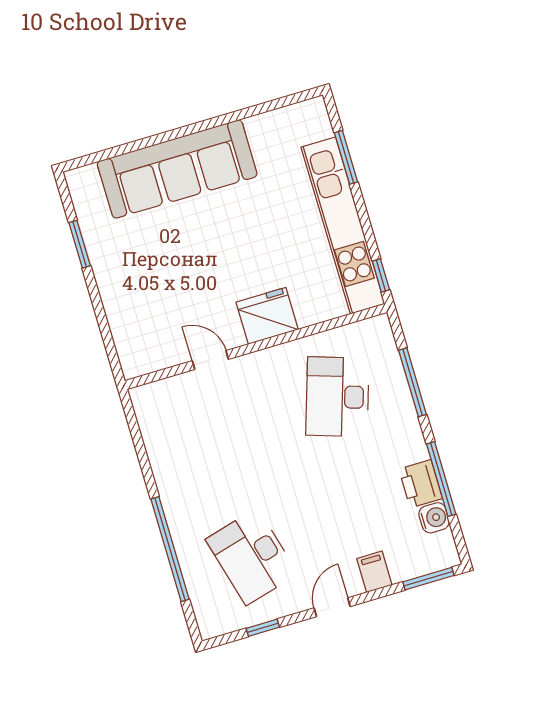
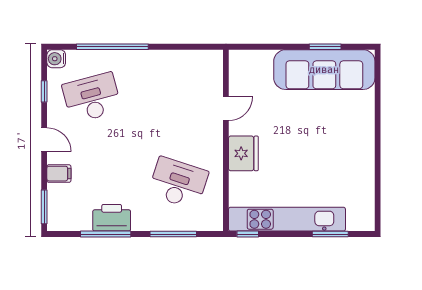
sofa: (177, 169) -> (324, 70), moved, turned -90
printer: (421, 484) -> (112, 218), width x1.37, depth x1.19
water cooler: (434, 518) -> (56, 59), moved, turned 90

